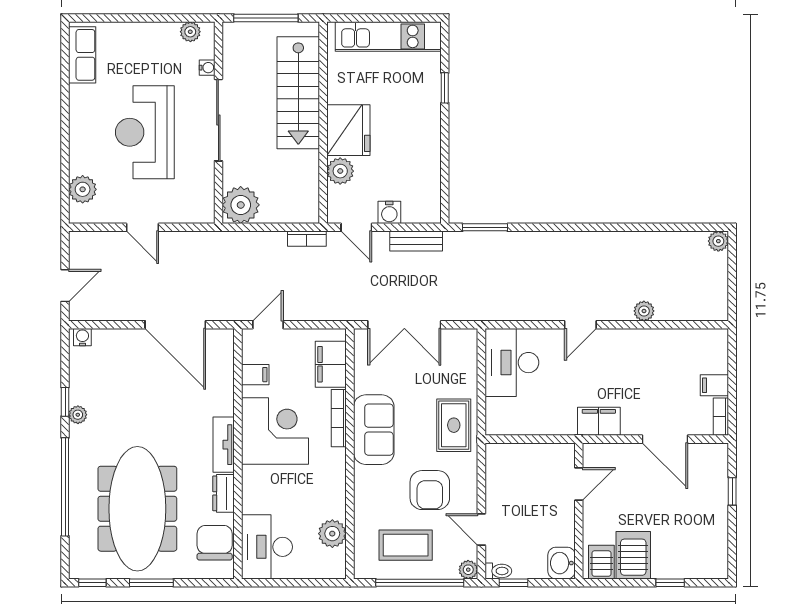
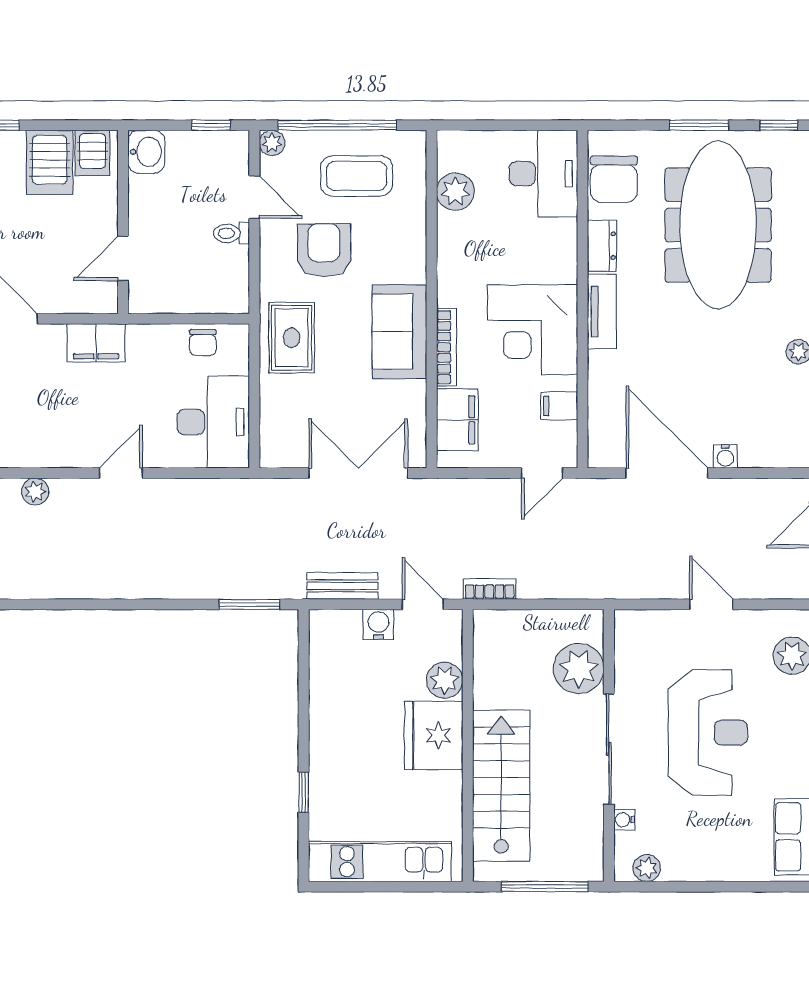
plant: (241, 205) -> (579, 668), moved
water cooler: (82, 337) -> (725, 456), moved
chair: (520, 422) -> (203, 343), added
toilet: (498, 571) -> (232, 233), moved

